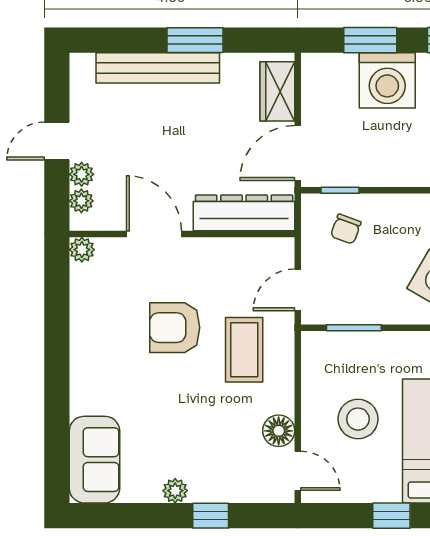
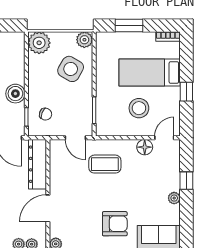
boiler: (388, 168) -> (15, 94), added
armchair: (175, 328) -> (115, 224), moved, turned -90

